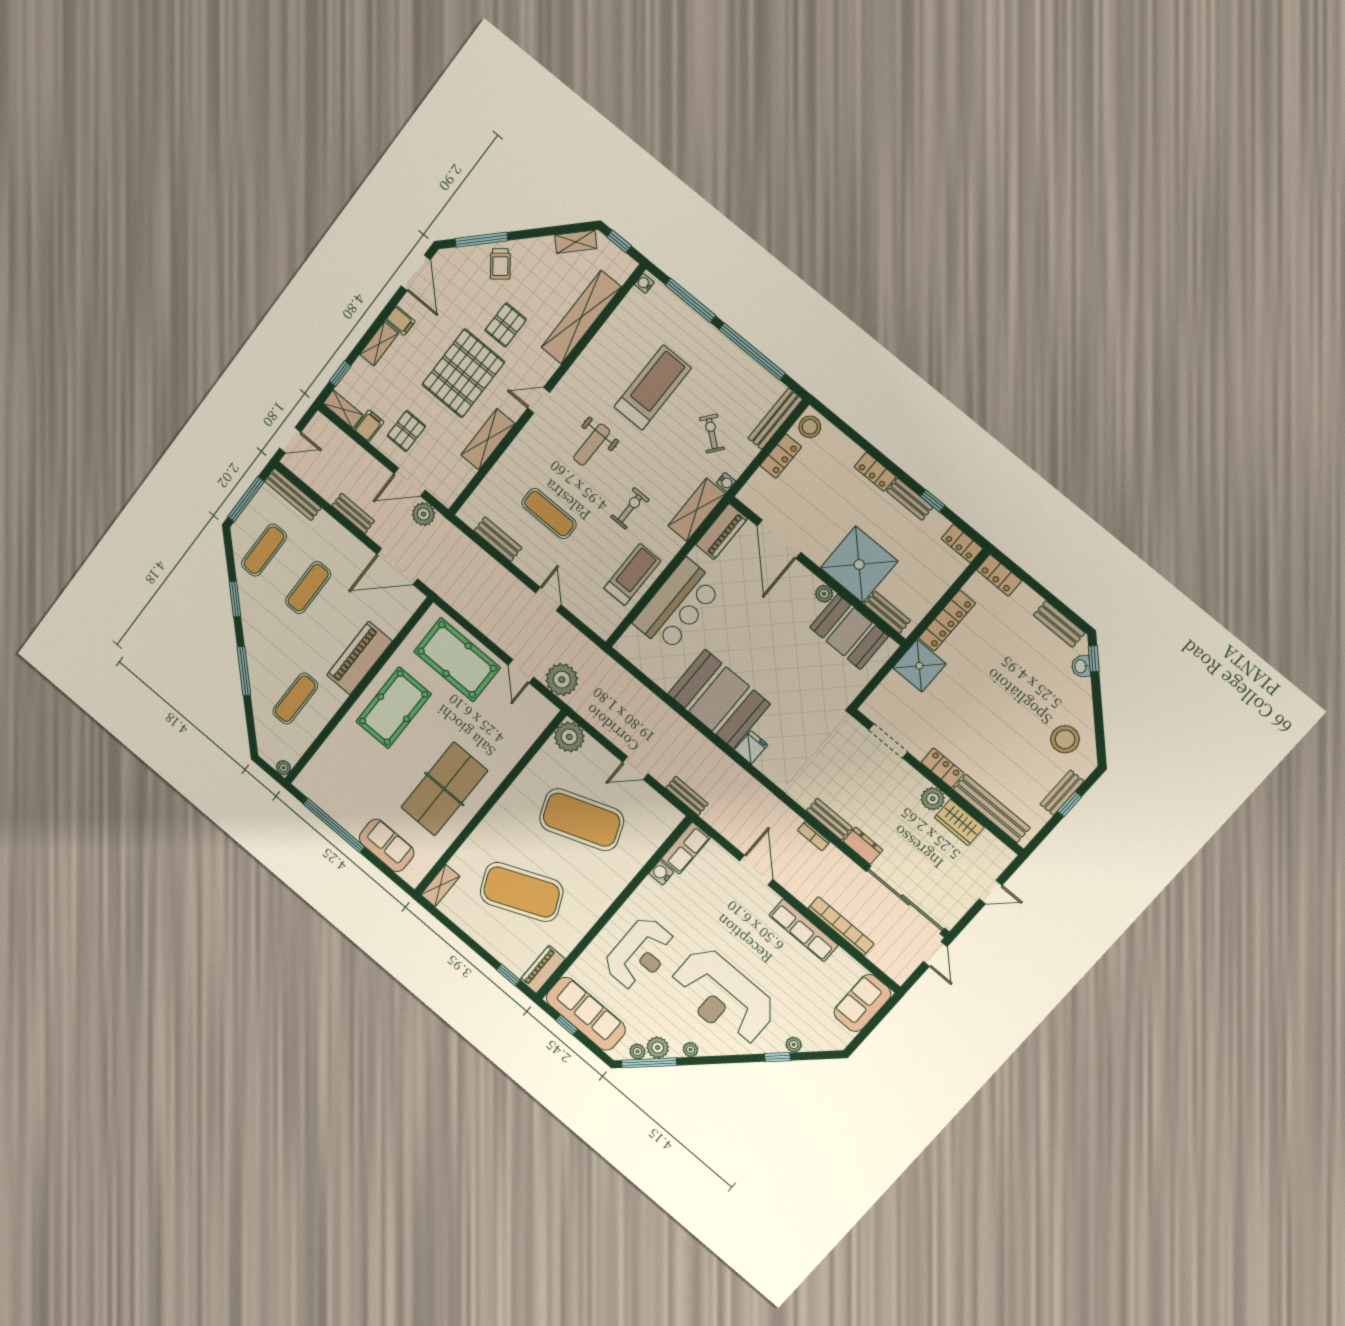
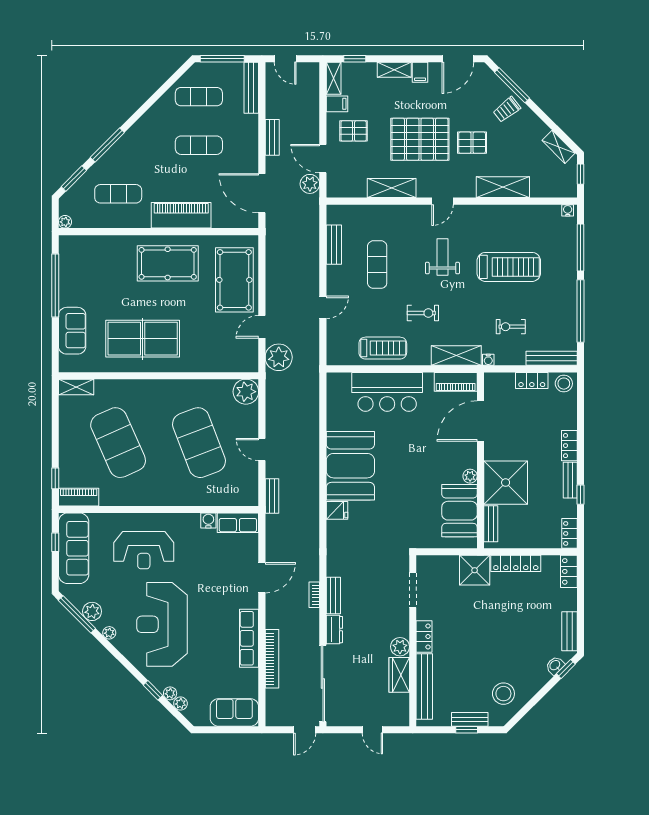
shelving: (581, 317) -> (503, 187), width x0.68
door: (539, 400) -> (442, 201), swing flipped
exercise bike: (712, 434) -> (511, 327), turned -129
weight bench: (592, 445) -> (442, 257), turned 90
window: (235, 599) -> (74, 178), moved
plant: (637, 1051) -> (180, 704), moved

